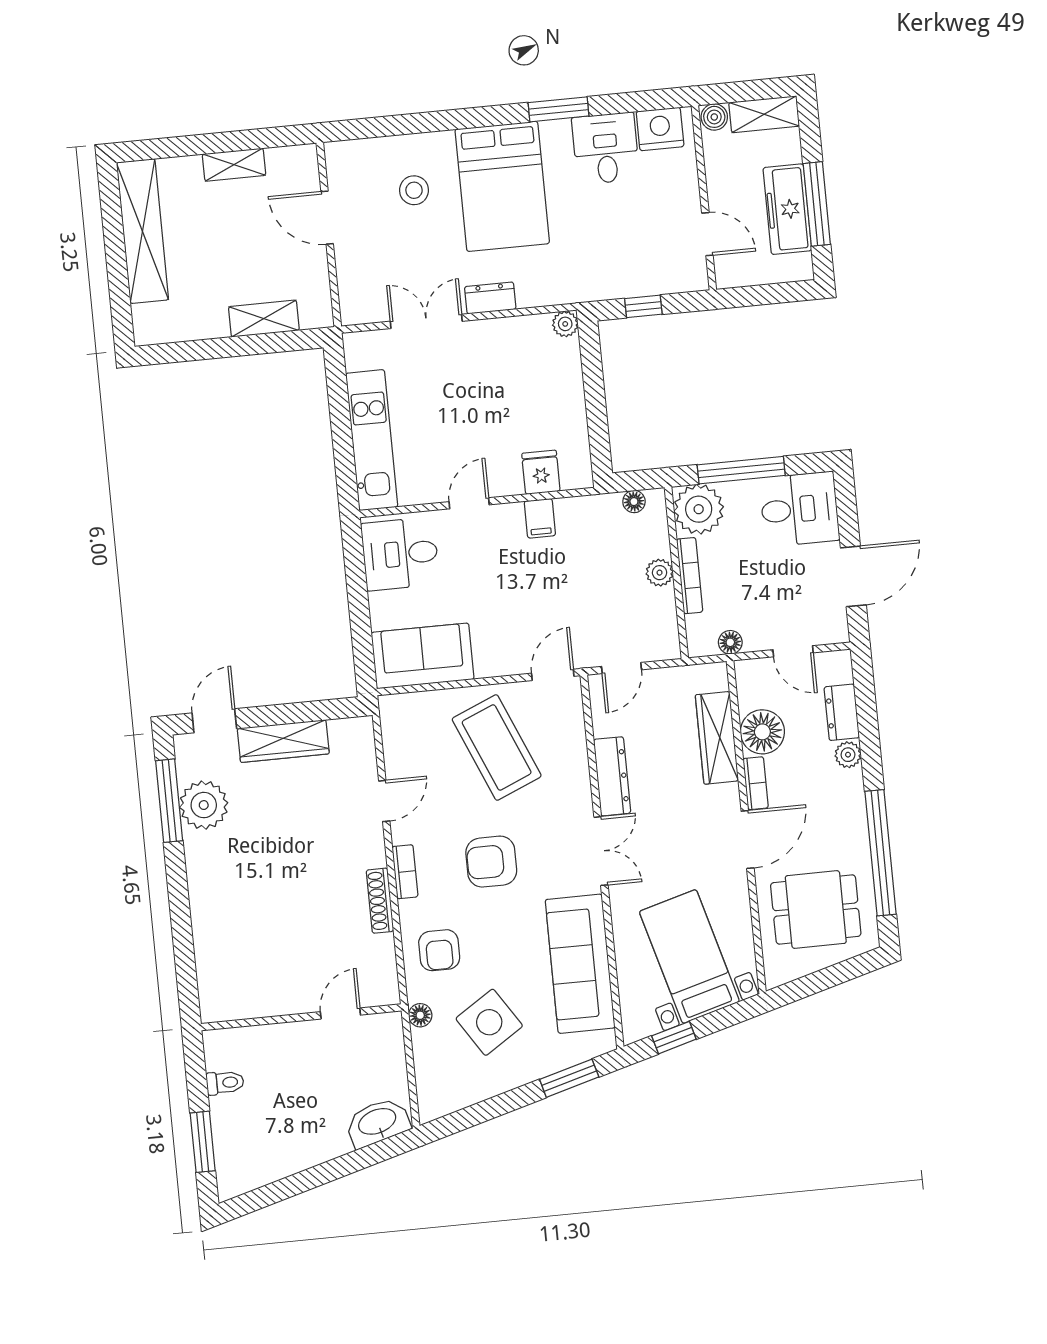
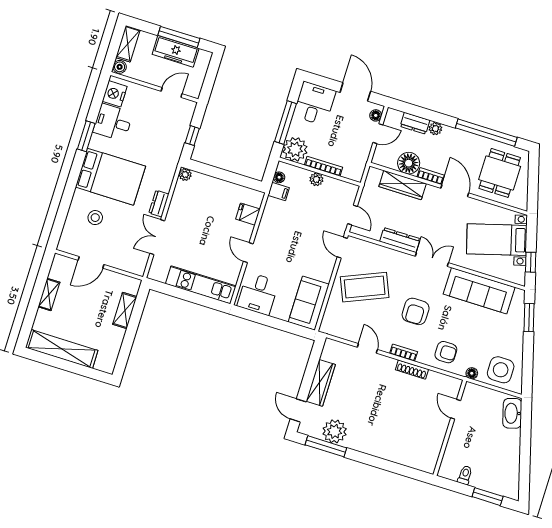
filing cabinet: (540, 518) -> (279, 191), moved
floor lamp: (730, 642) -> (376, 115), moved
side table: (489, 1022) -> (501, 370), moved, turned 33

